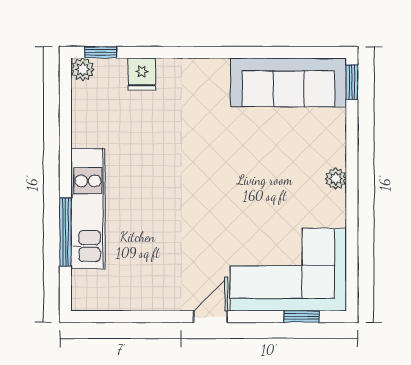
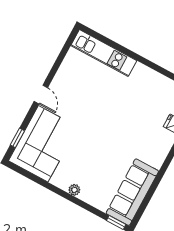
kitchen unit: (88, 209) -> (104, 53), moved
window: (65, 232) -> (119, 47), removed

